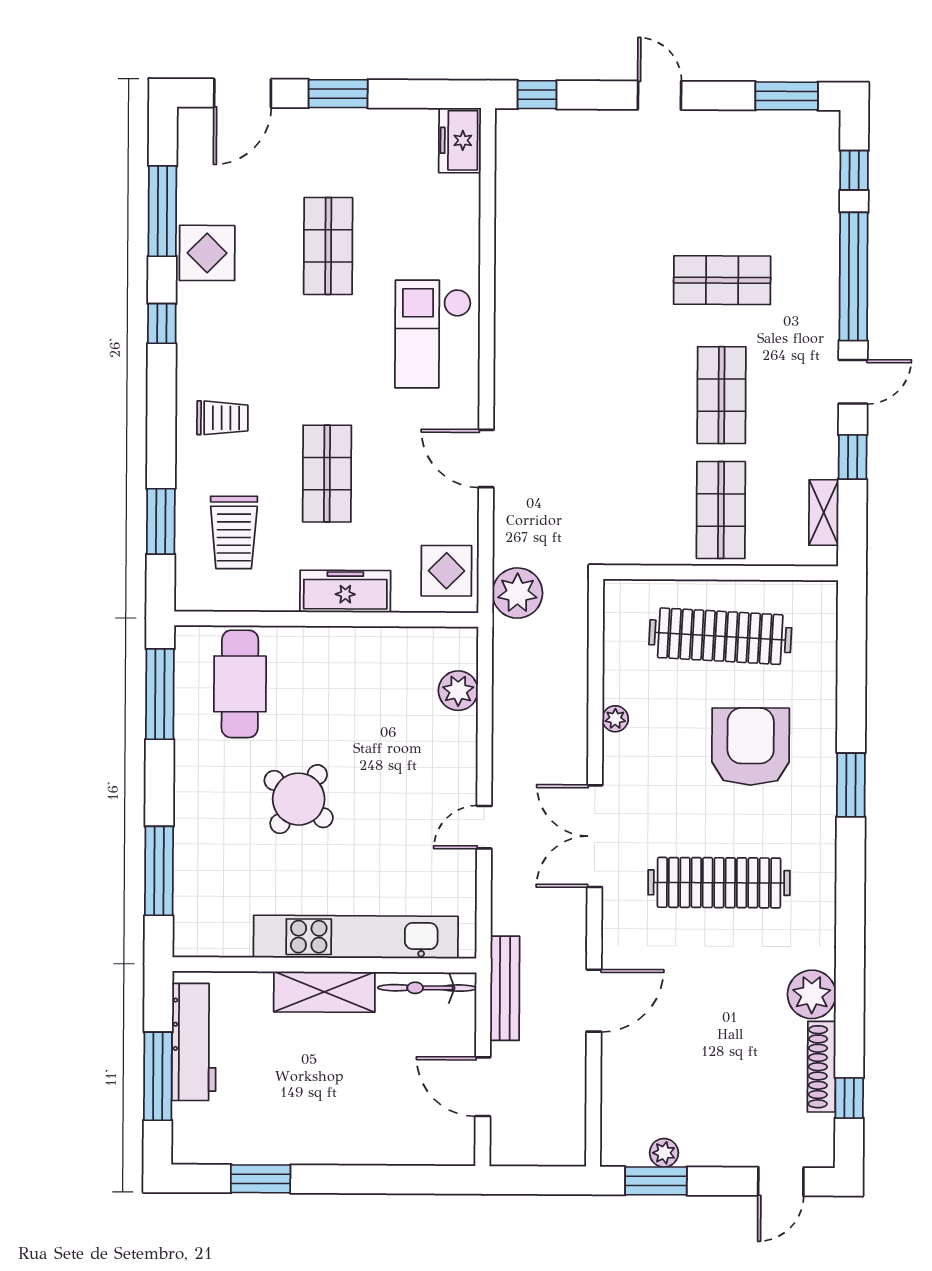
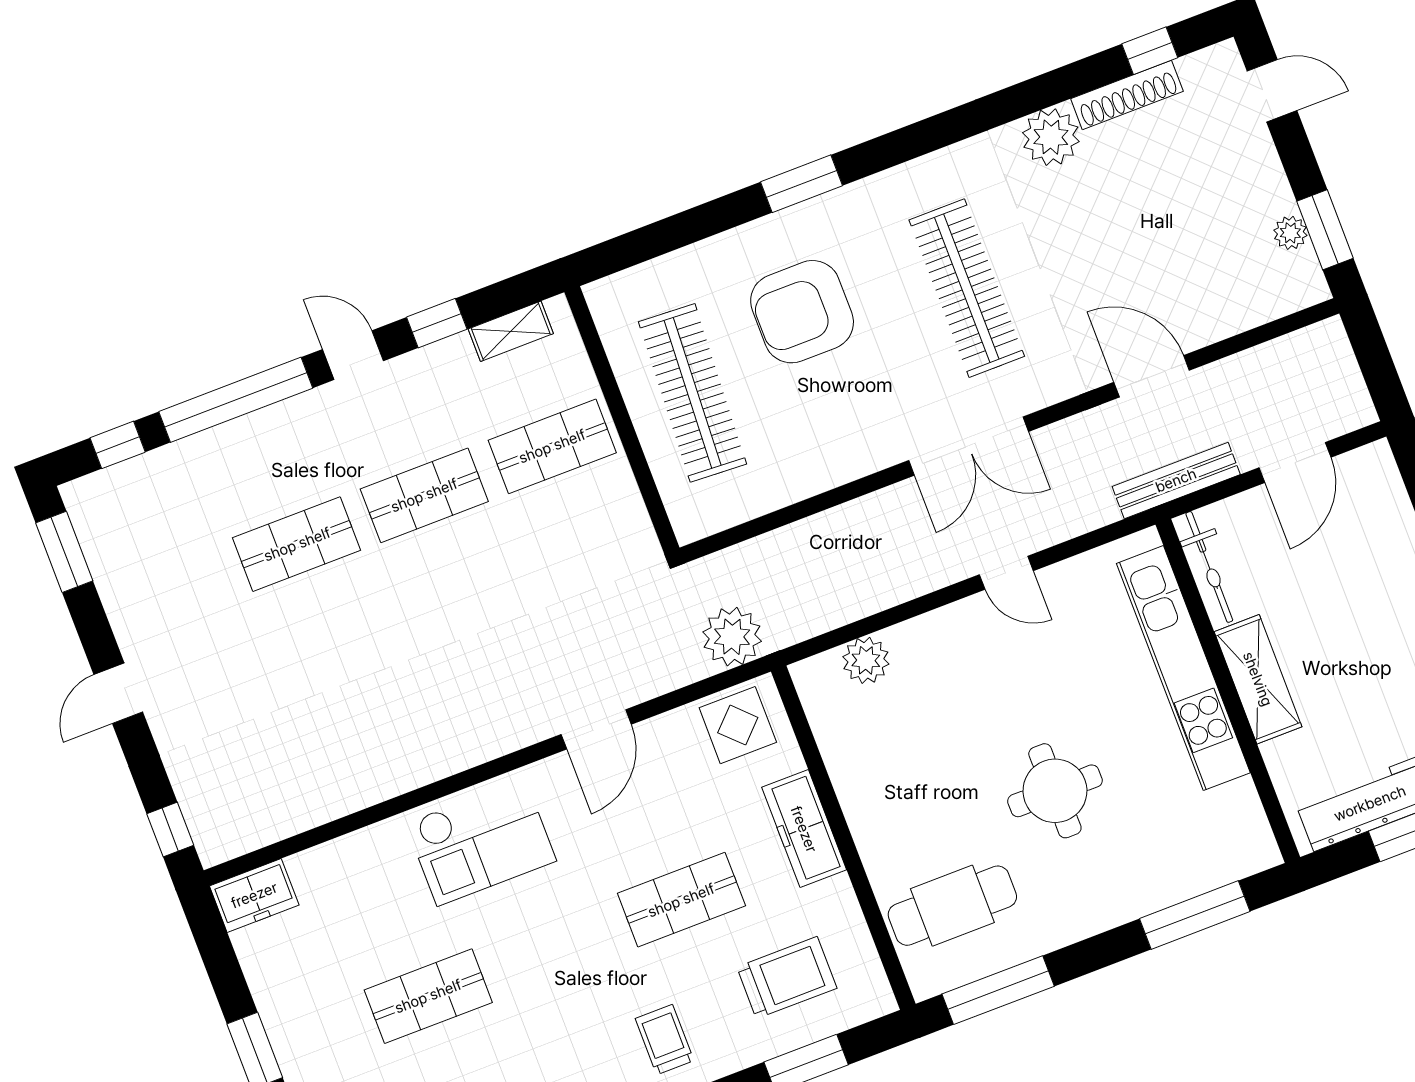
shop shelf: (722, 280) -> (297, 544), turned 90
plant: (615, 719) -> (829, 474), removed
round table: (299, 799) -> (1055, 791), turned -37

